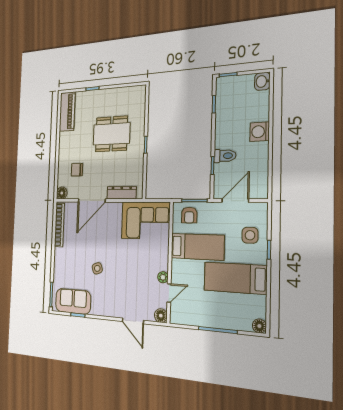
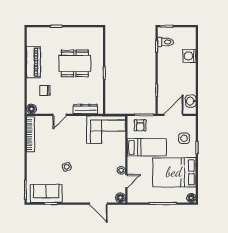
washbasin: (262, 81) -> (191, 101), moved
piano: (67, 112) -> (33, 62), moved
washing machine: (260, 132) -> (189, 56), moved
toilet: (225, 156) -> (165, 42), moved
door: (92, 200) -> (59, 115), width x0.53
bed: (235, 278) -> (174, 172), width x1.50

